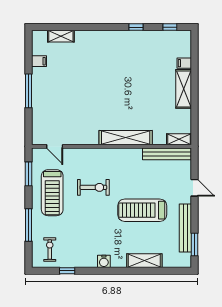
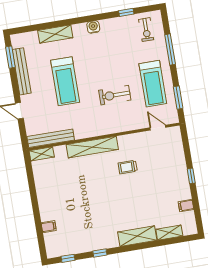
shelving: (184, 89) -> (137, 236), moved, turned 90
window: (29, 91) -> (191, 176), width x0.46
trolley: (93, 111) -> (128, 167), added
treadmill: (52, 193) -> (153, 84), turned 180
treadmill: (142, 210) -> (65, 81), turned 90

